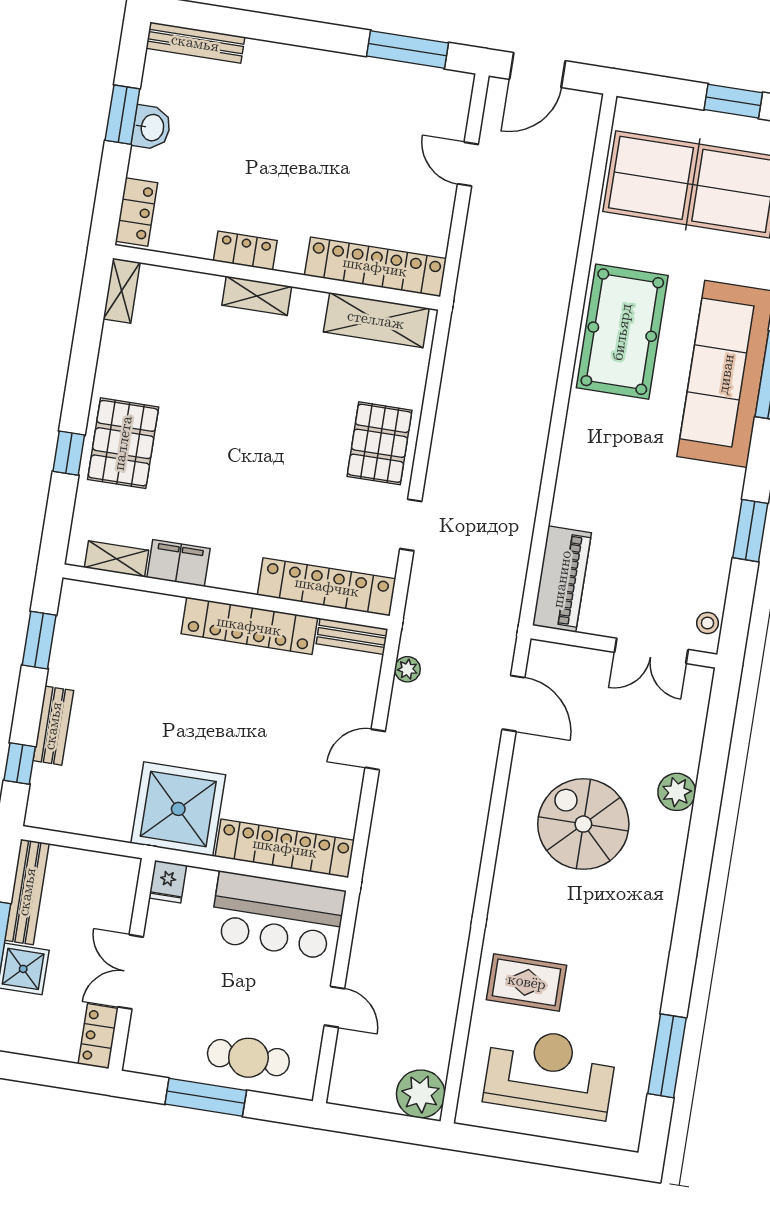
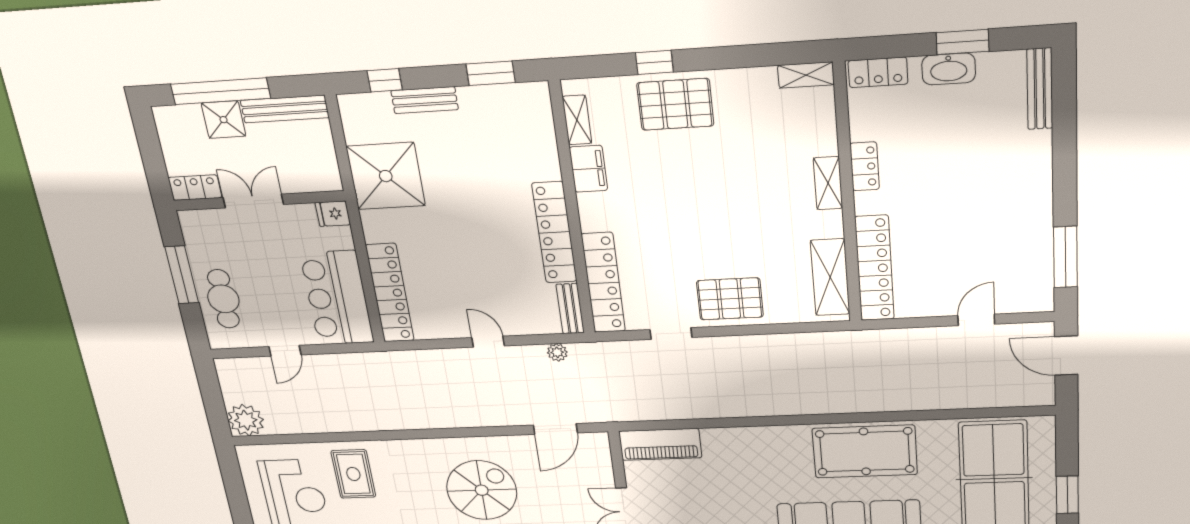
washbasin: (151, 127) -> (949, 69), width x1.38
shower: (178, 809) -> (386, 176), moved

